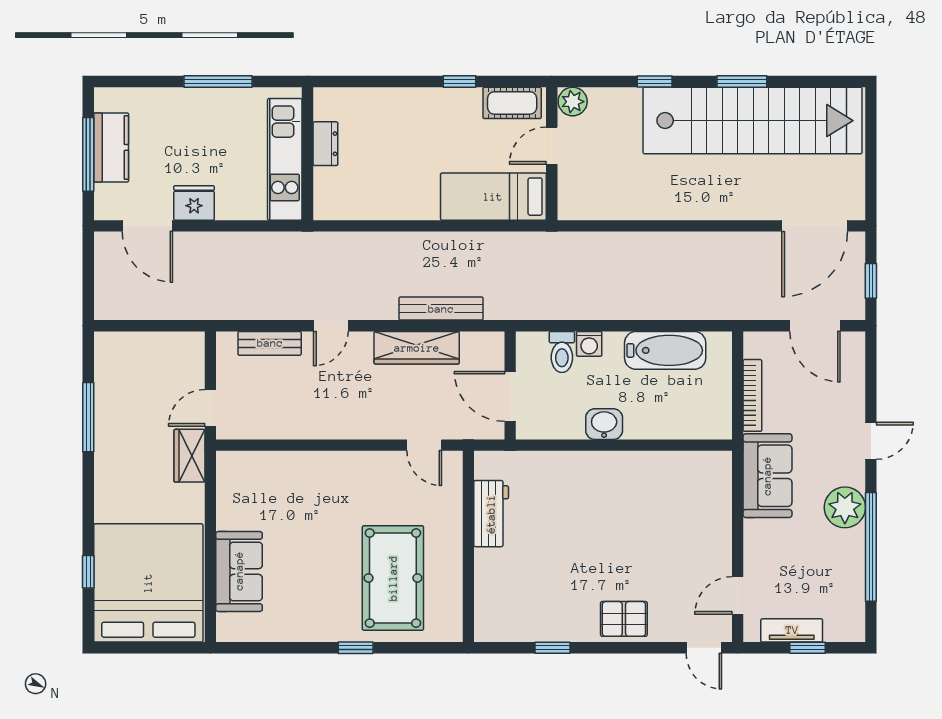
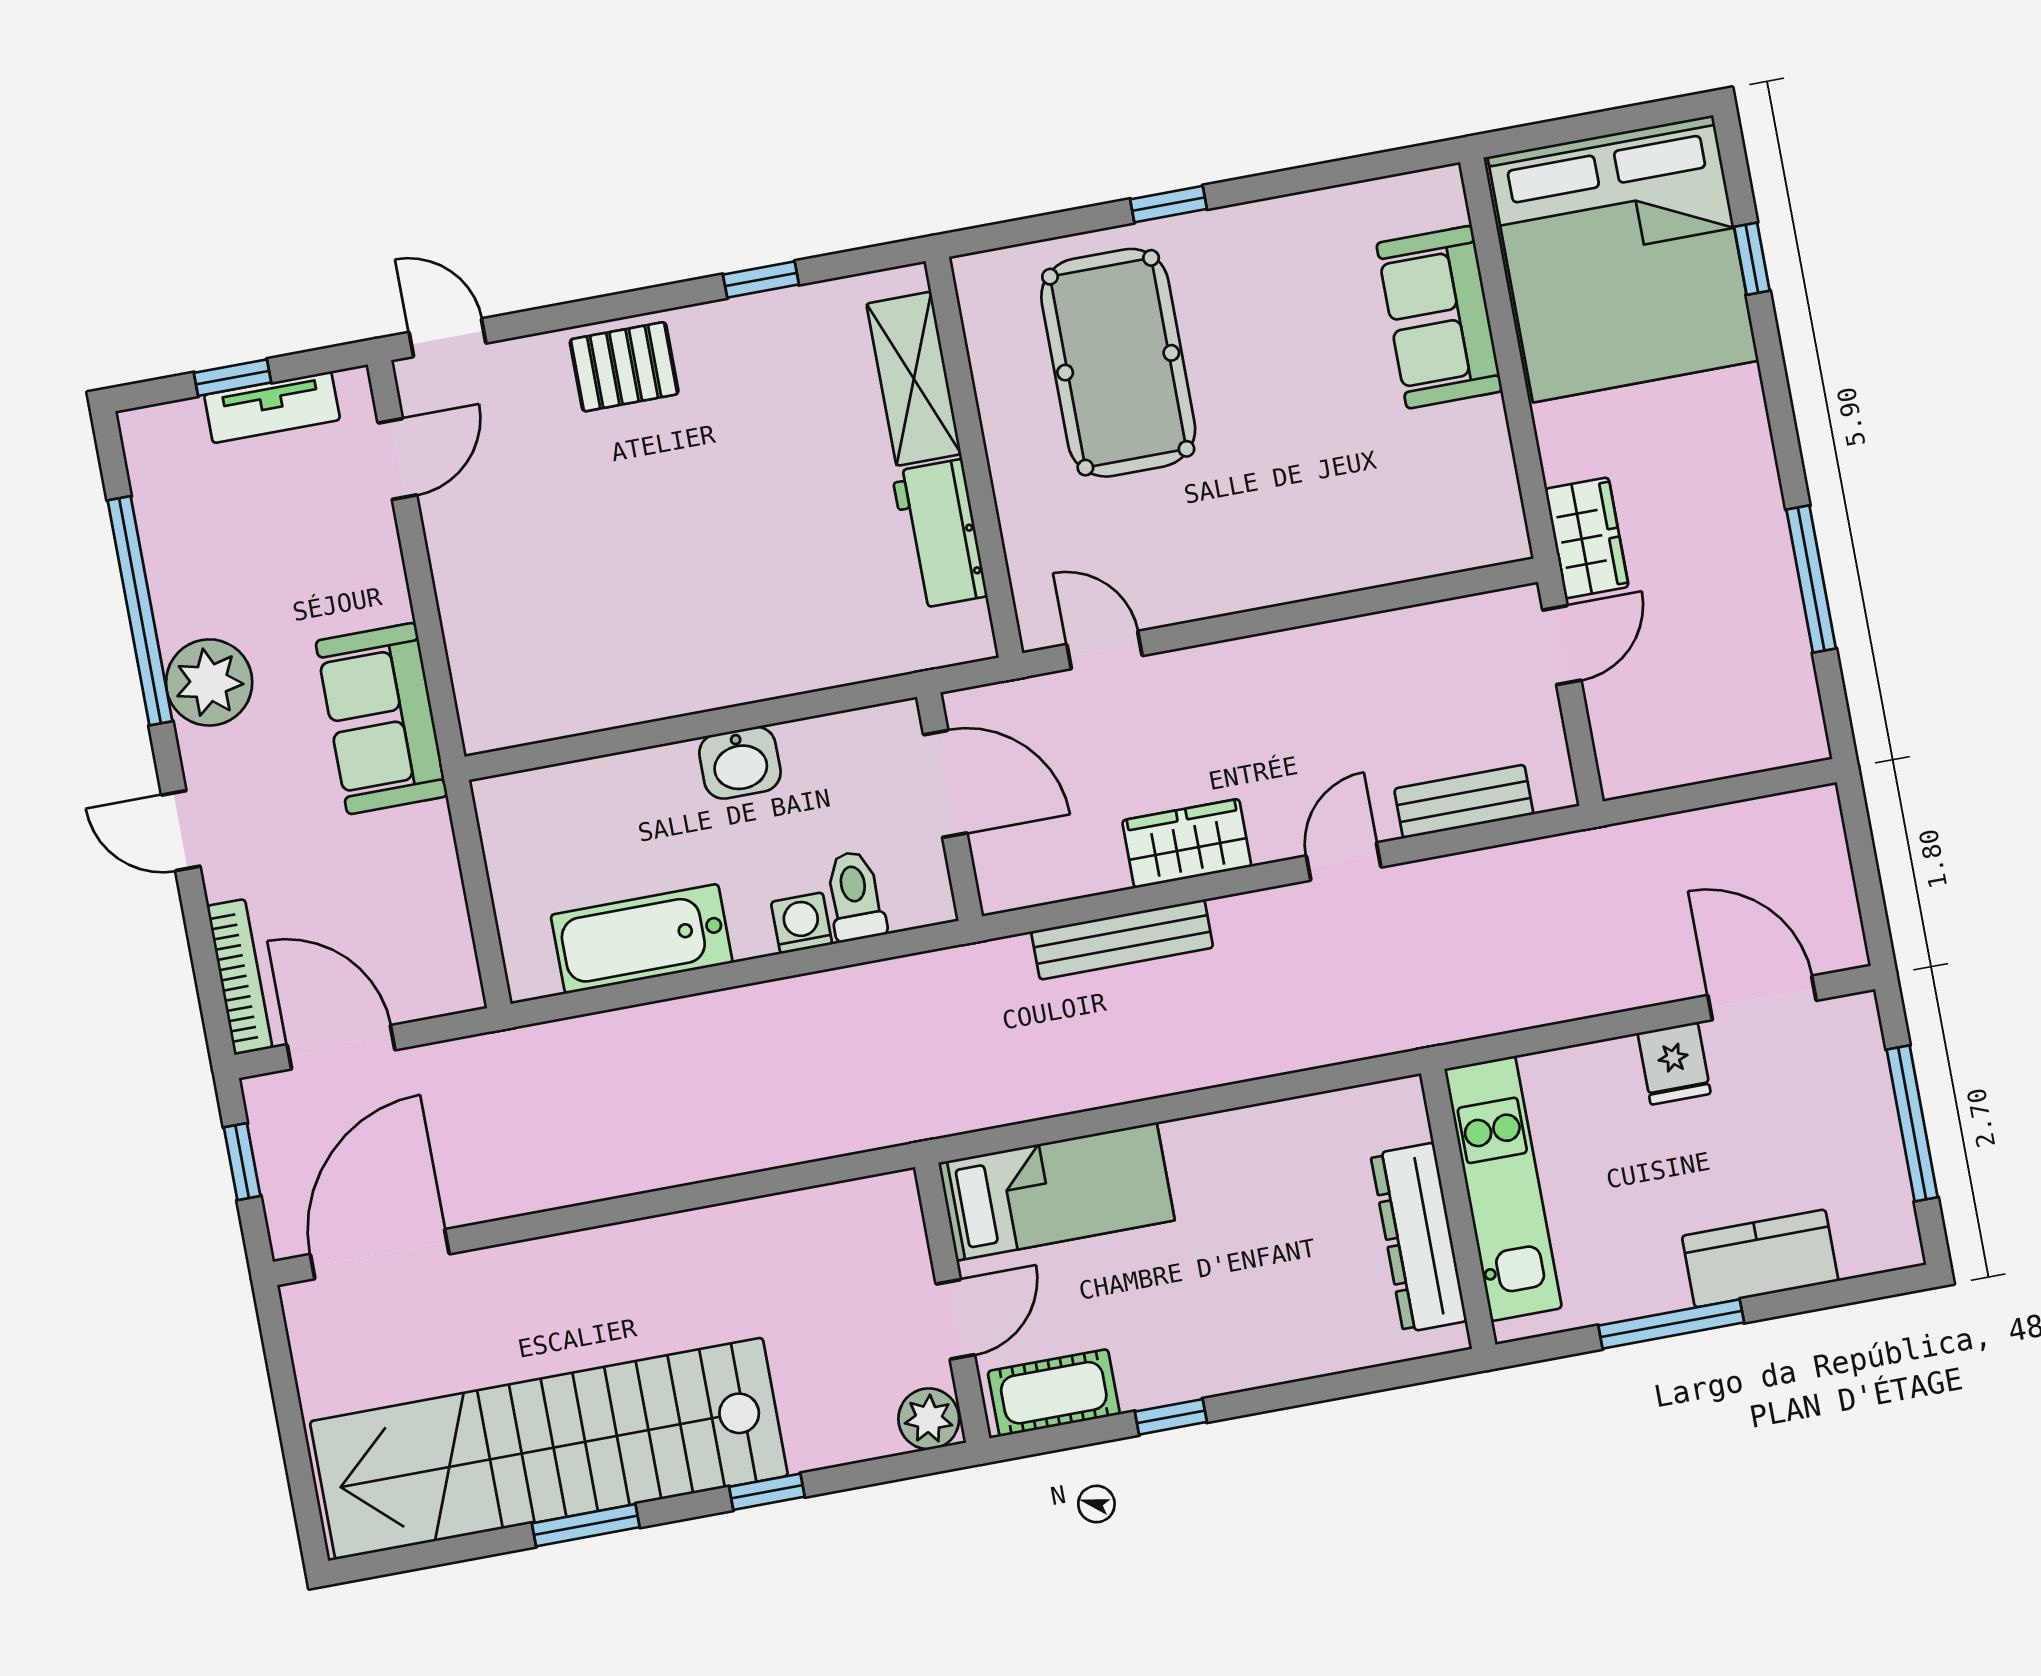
dresser: (325, 144) -> (1419, 1238), width x1.96, depth x1.24
kitchen counter: (111, 147) -> (1760, 1258), moved, turned 90
fridge: (194, 203) -> (1674, 1063), width x0.72
wardrobe: (417, 348) -> (1187, 843), width x0.67
bookcase: (752, 395) -> (240, 977), moved, turned 180
door: (871, 441) -> (181, 831), hinge flipped
shelving: (490, 588) -> (914, 379), added

